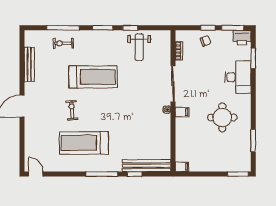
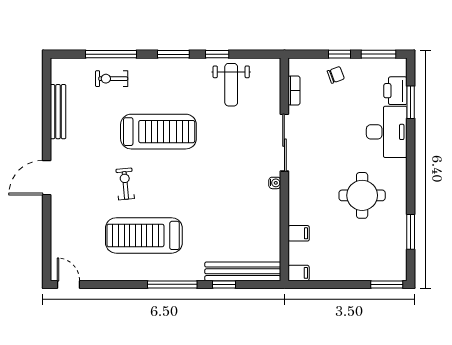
printer: (242, 37) -> (395, 91), moved, turned 90
filing cabinet: (182, 112) -> (299, 233), moved

